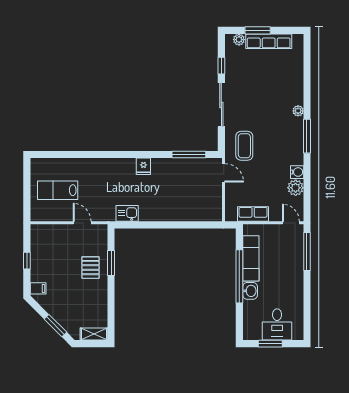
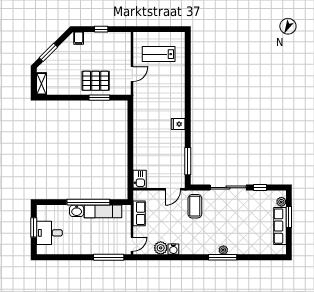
window: (307, 136) -> (223, 257), moved
coffee table: (244, 146) -> (195, 206), turned 90
lab bench: (58, 190) -> (159, 54), turned -90
kitchen sink: (127, 213) -> (140, 179), moved
pallet: (90, 268) -> (96, 81), width x1.50, depth x1.42

